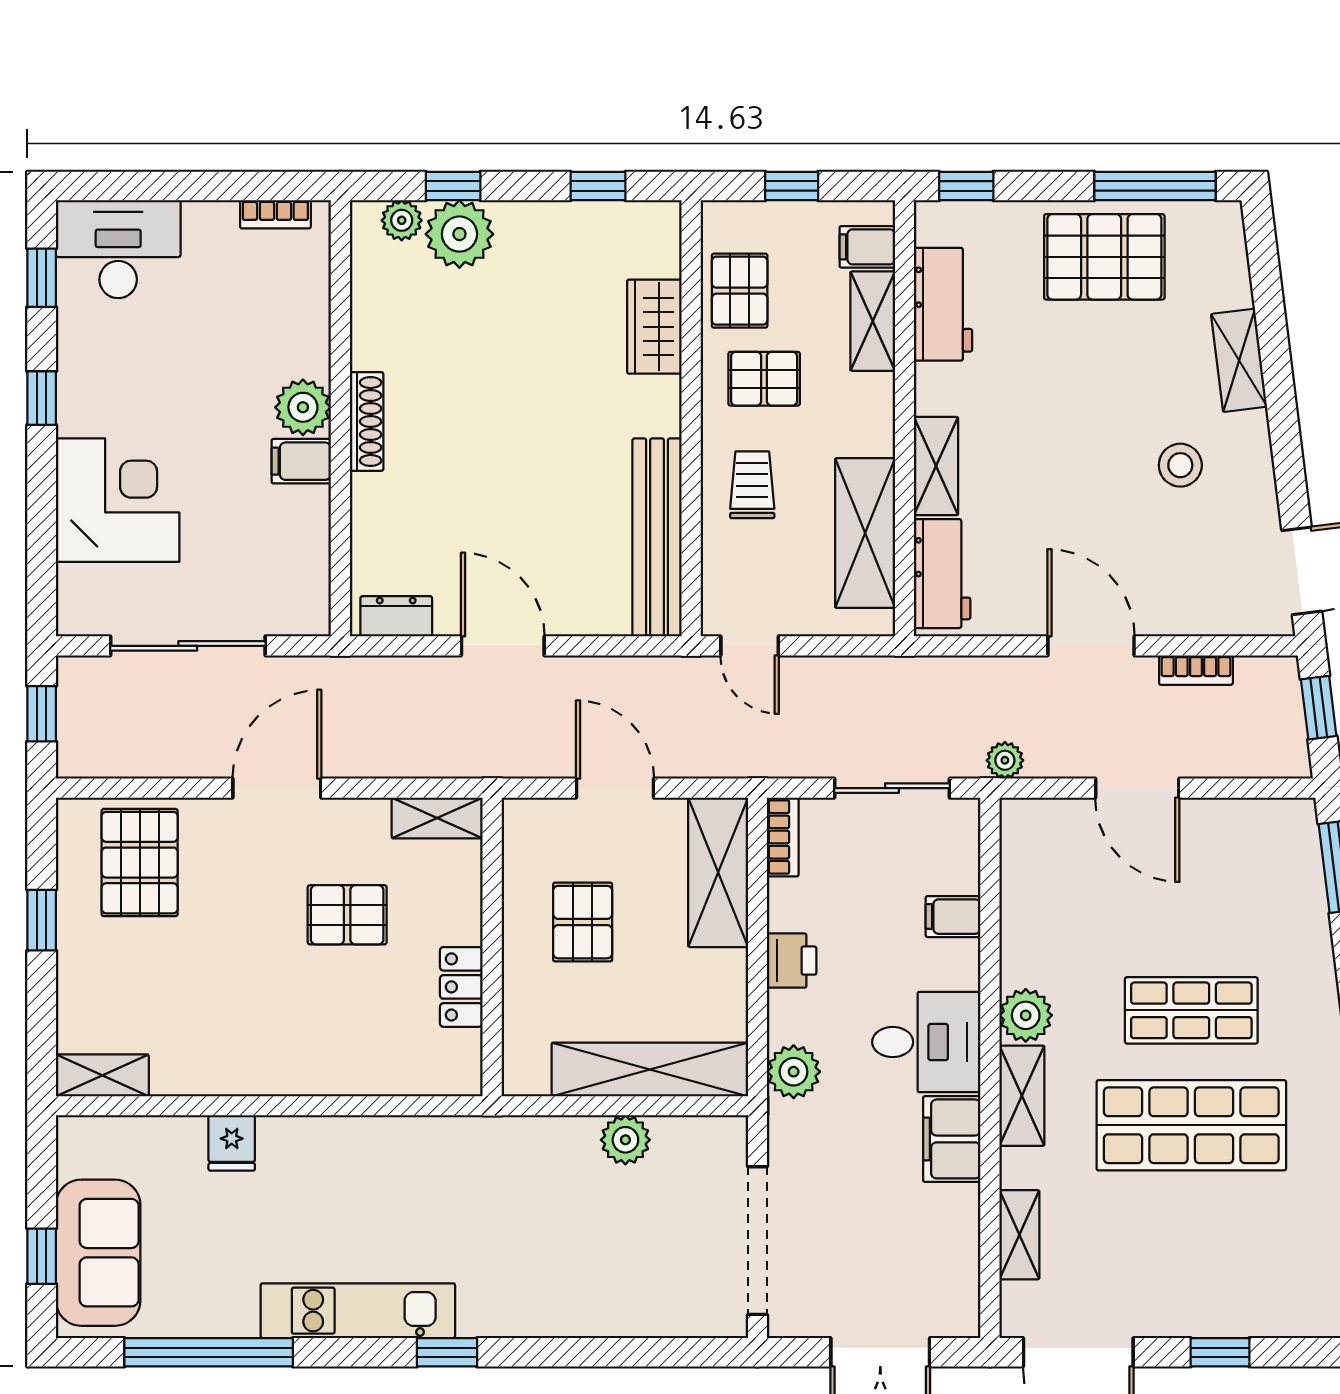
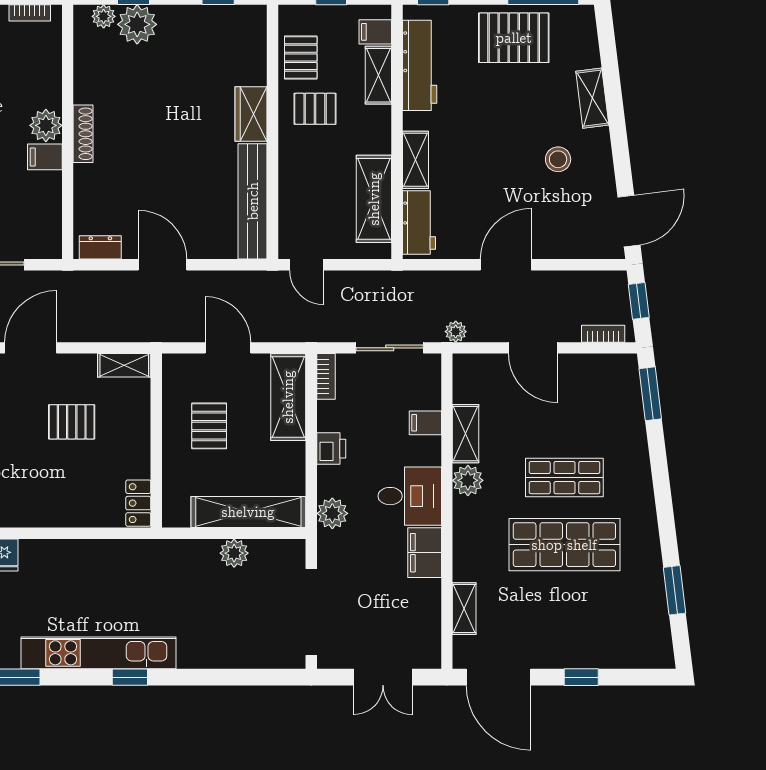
workbench: (943, 304) -> (420, 65), width x1.38
wardrobe: (654, 327) -> (251, 114), moved
trolley: (752, 485) -> (308, 171), removed
door: (1091, 646) -> (506, 265), hinge flipped
bookcase: (1196, 670) -> (603, 334), moved, turned 180
locker: (461, 987) -> (138, 503), moved
shelving: (1022, 1096) -> (466, 434), moved
kitchen unit: (358, 1311) -> (99, 653), width x1.36

